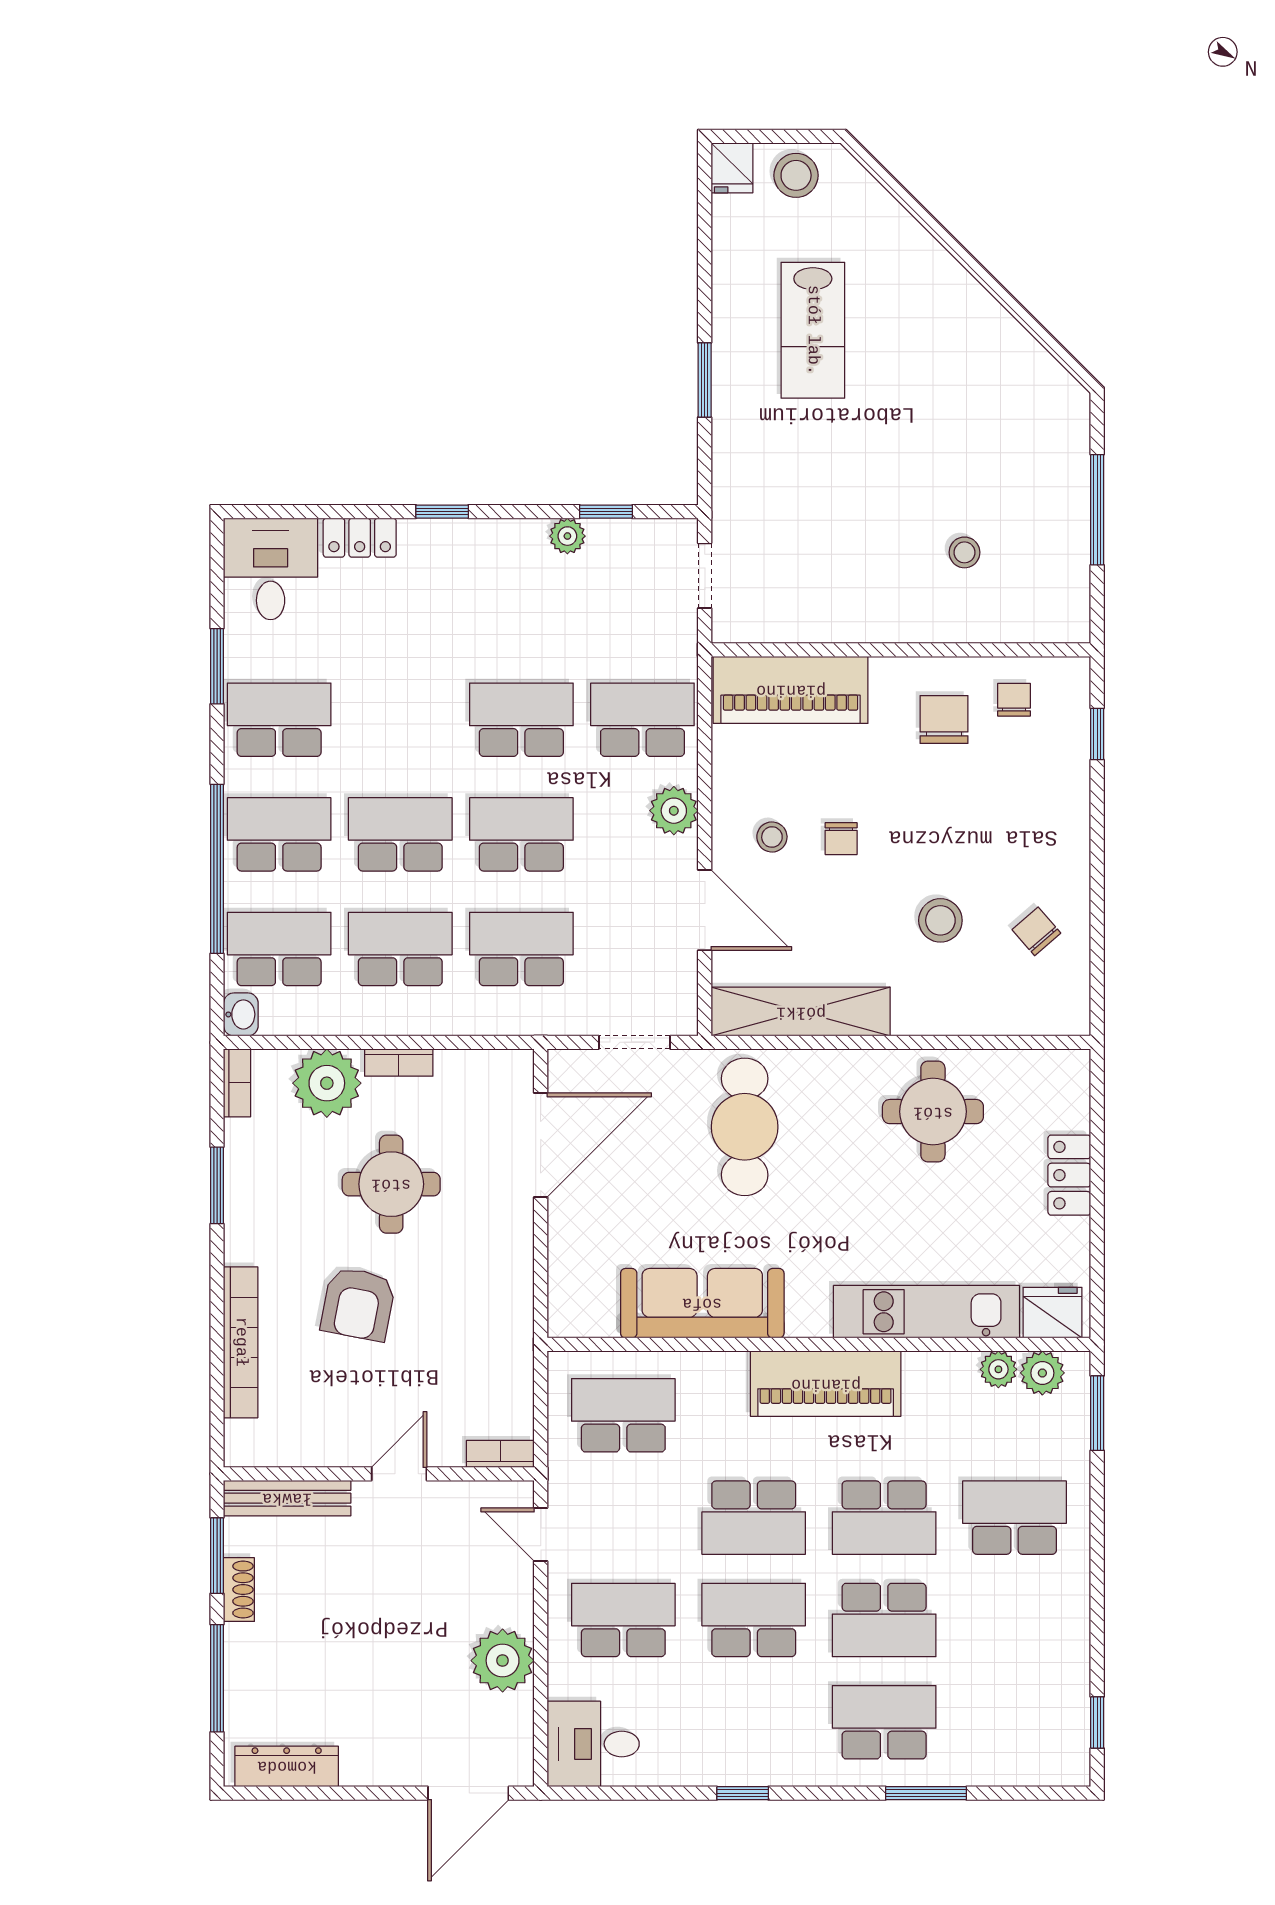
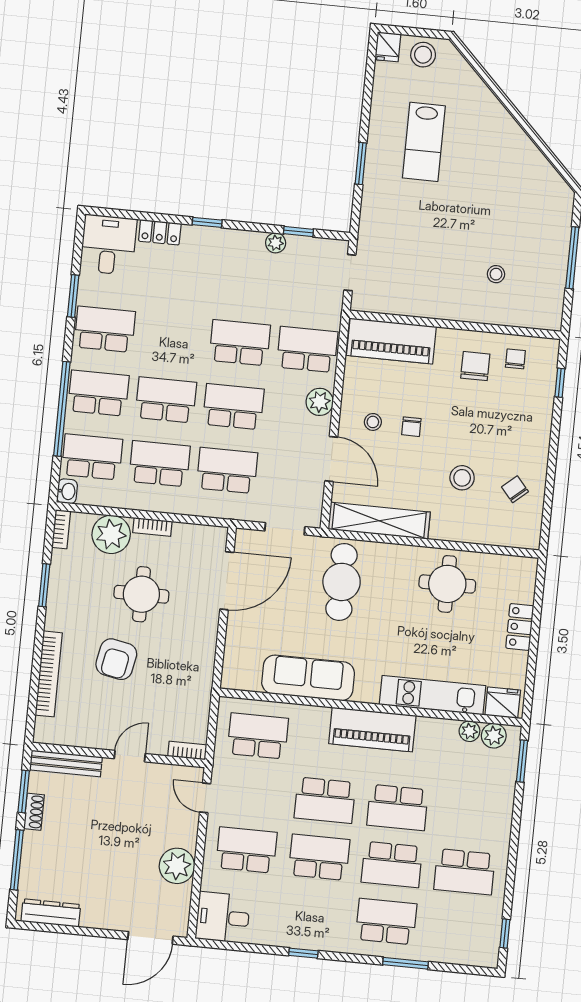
school desk: (1015, 1518) -> (464, 872), moved, turned 180

